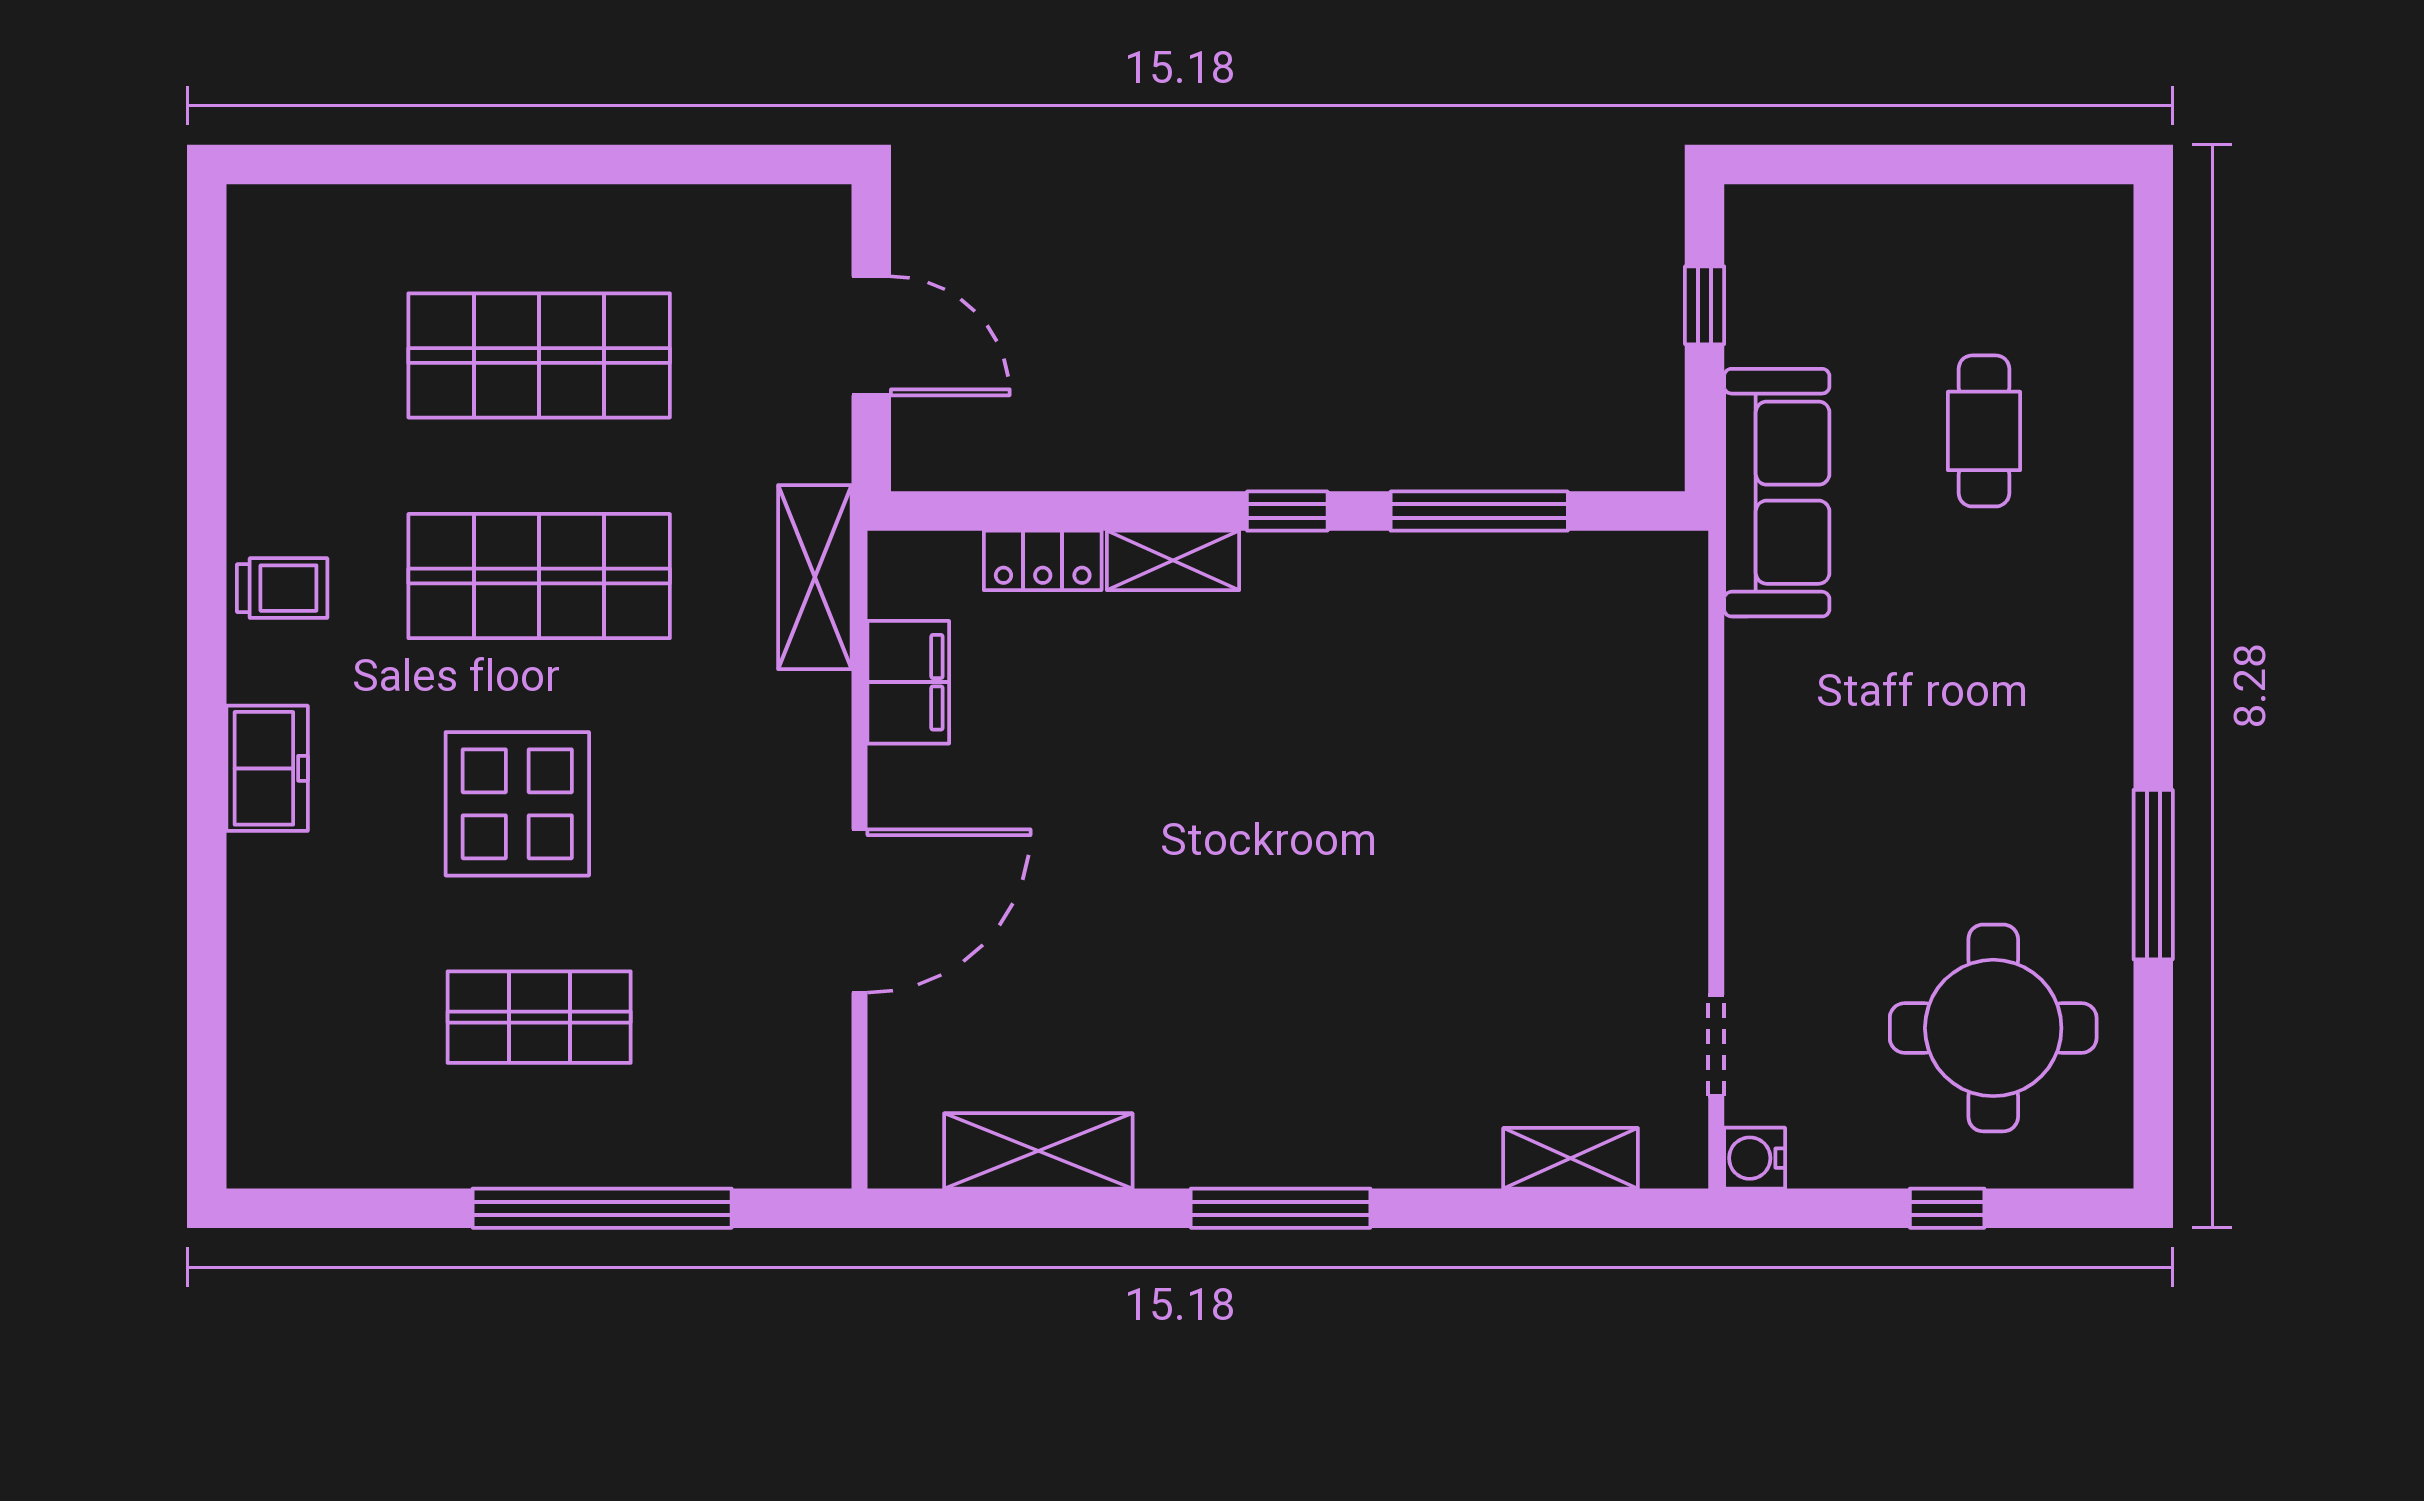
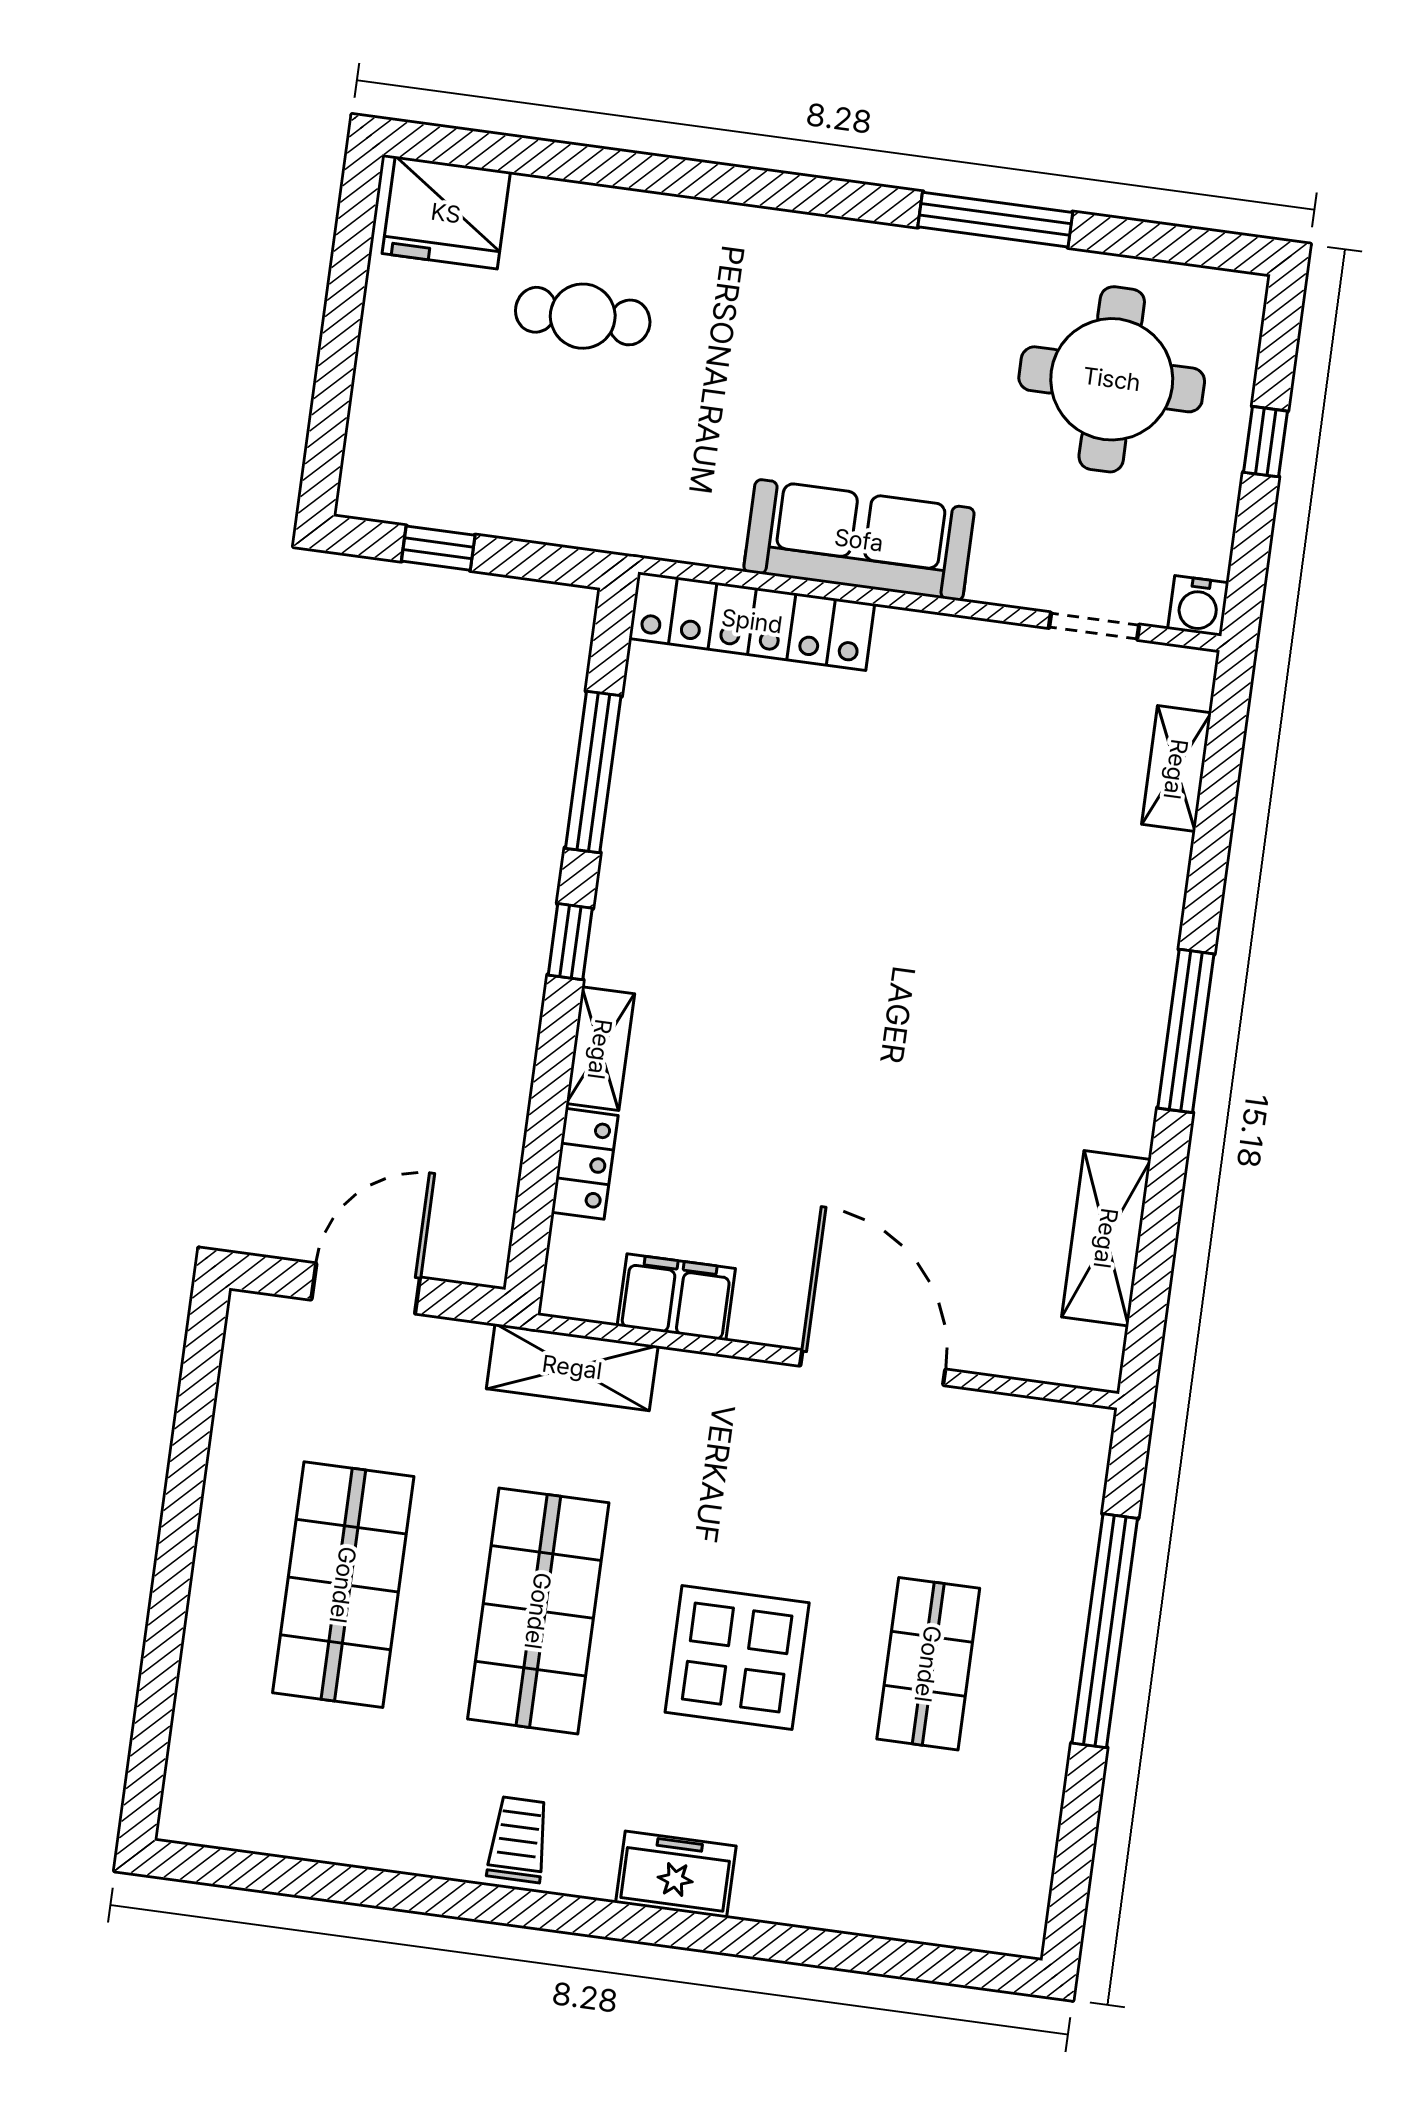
fridge: (2078, 264) -> (446, 213), added
sofa: (1777, 493) -> (859, 540), moved
locker: (1671, 665) -> (752, 621), added

